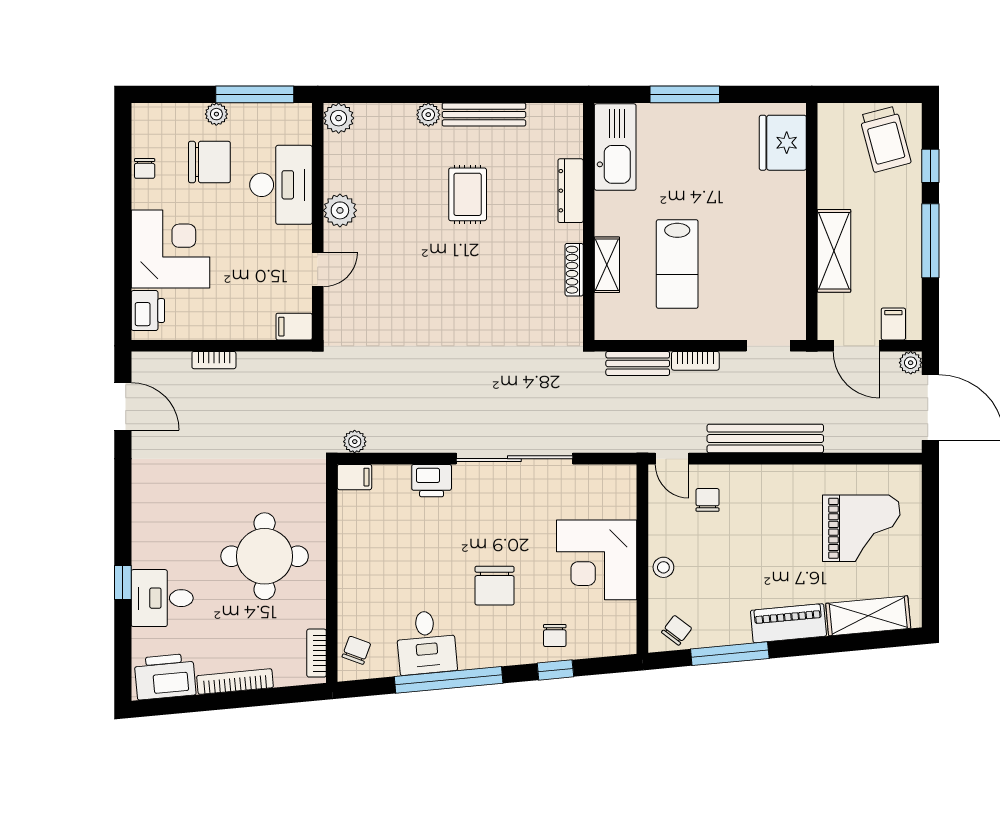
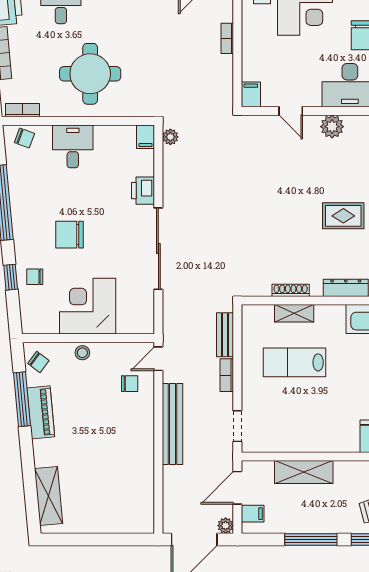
grand piano: (861, 528) -> (110, 491), removed
piano: (788, 623) -> (41, 412), moved
desk: (426, 642) -> (73, 146), moved, turned 95

